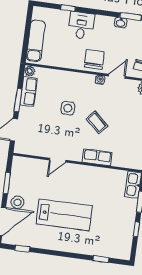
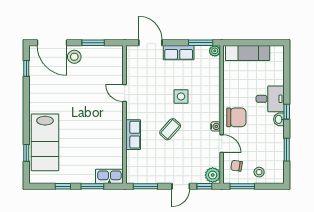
window: (68, 8) -> (287, 112), moved
washbasin: (121, 23) -> (279, 119), moved
row of seats: (29, 92) -> (179, 53), moved
window: (18, 100) -> (201, 43), moved
lab bench: (64, 215) -> (45, 142), moved

